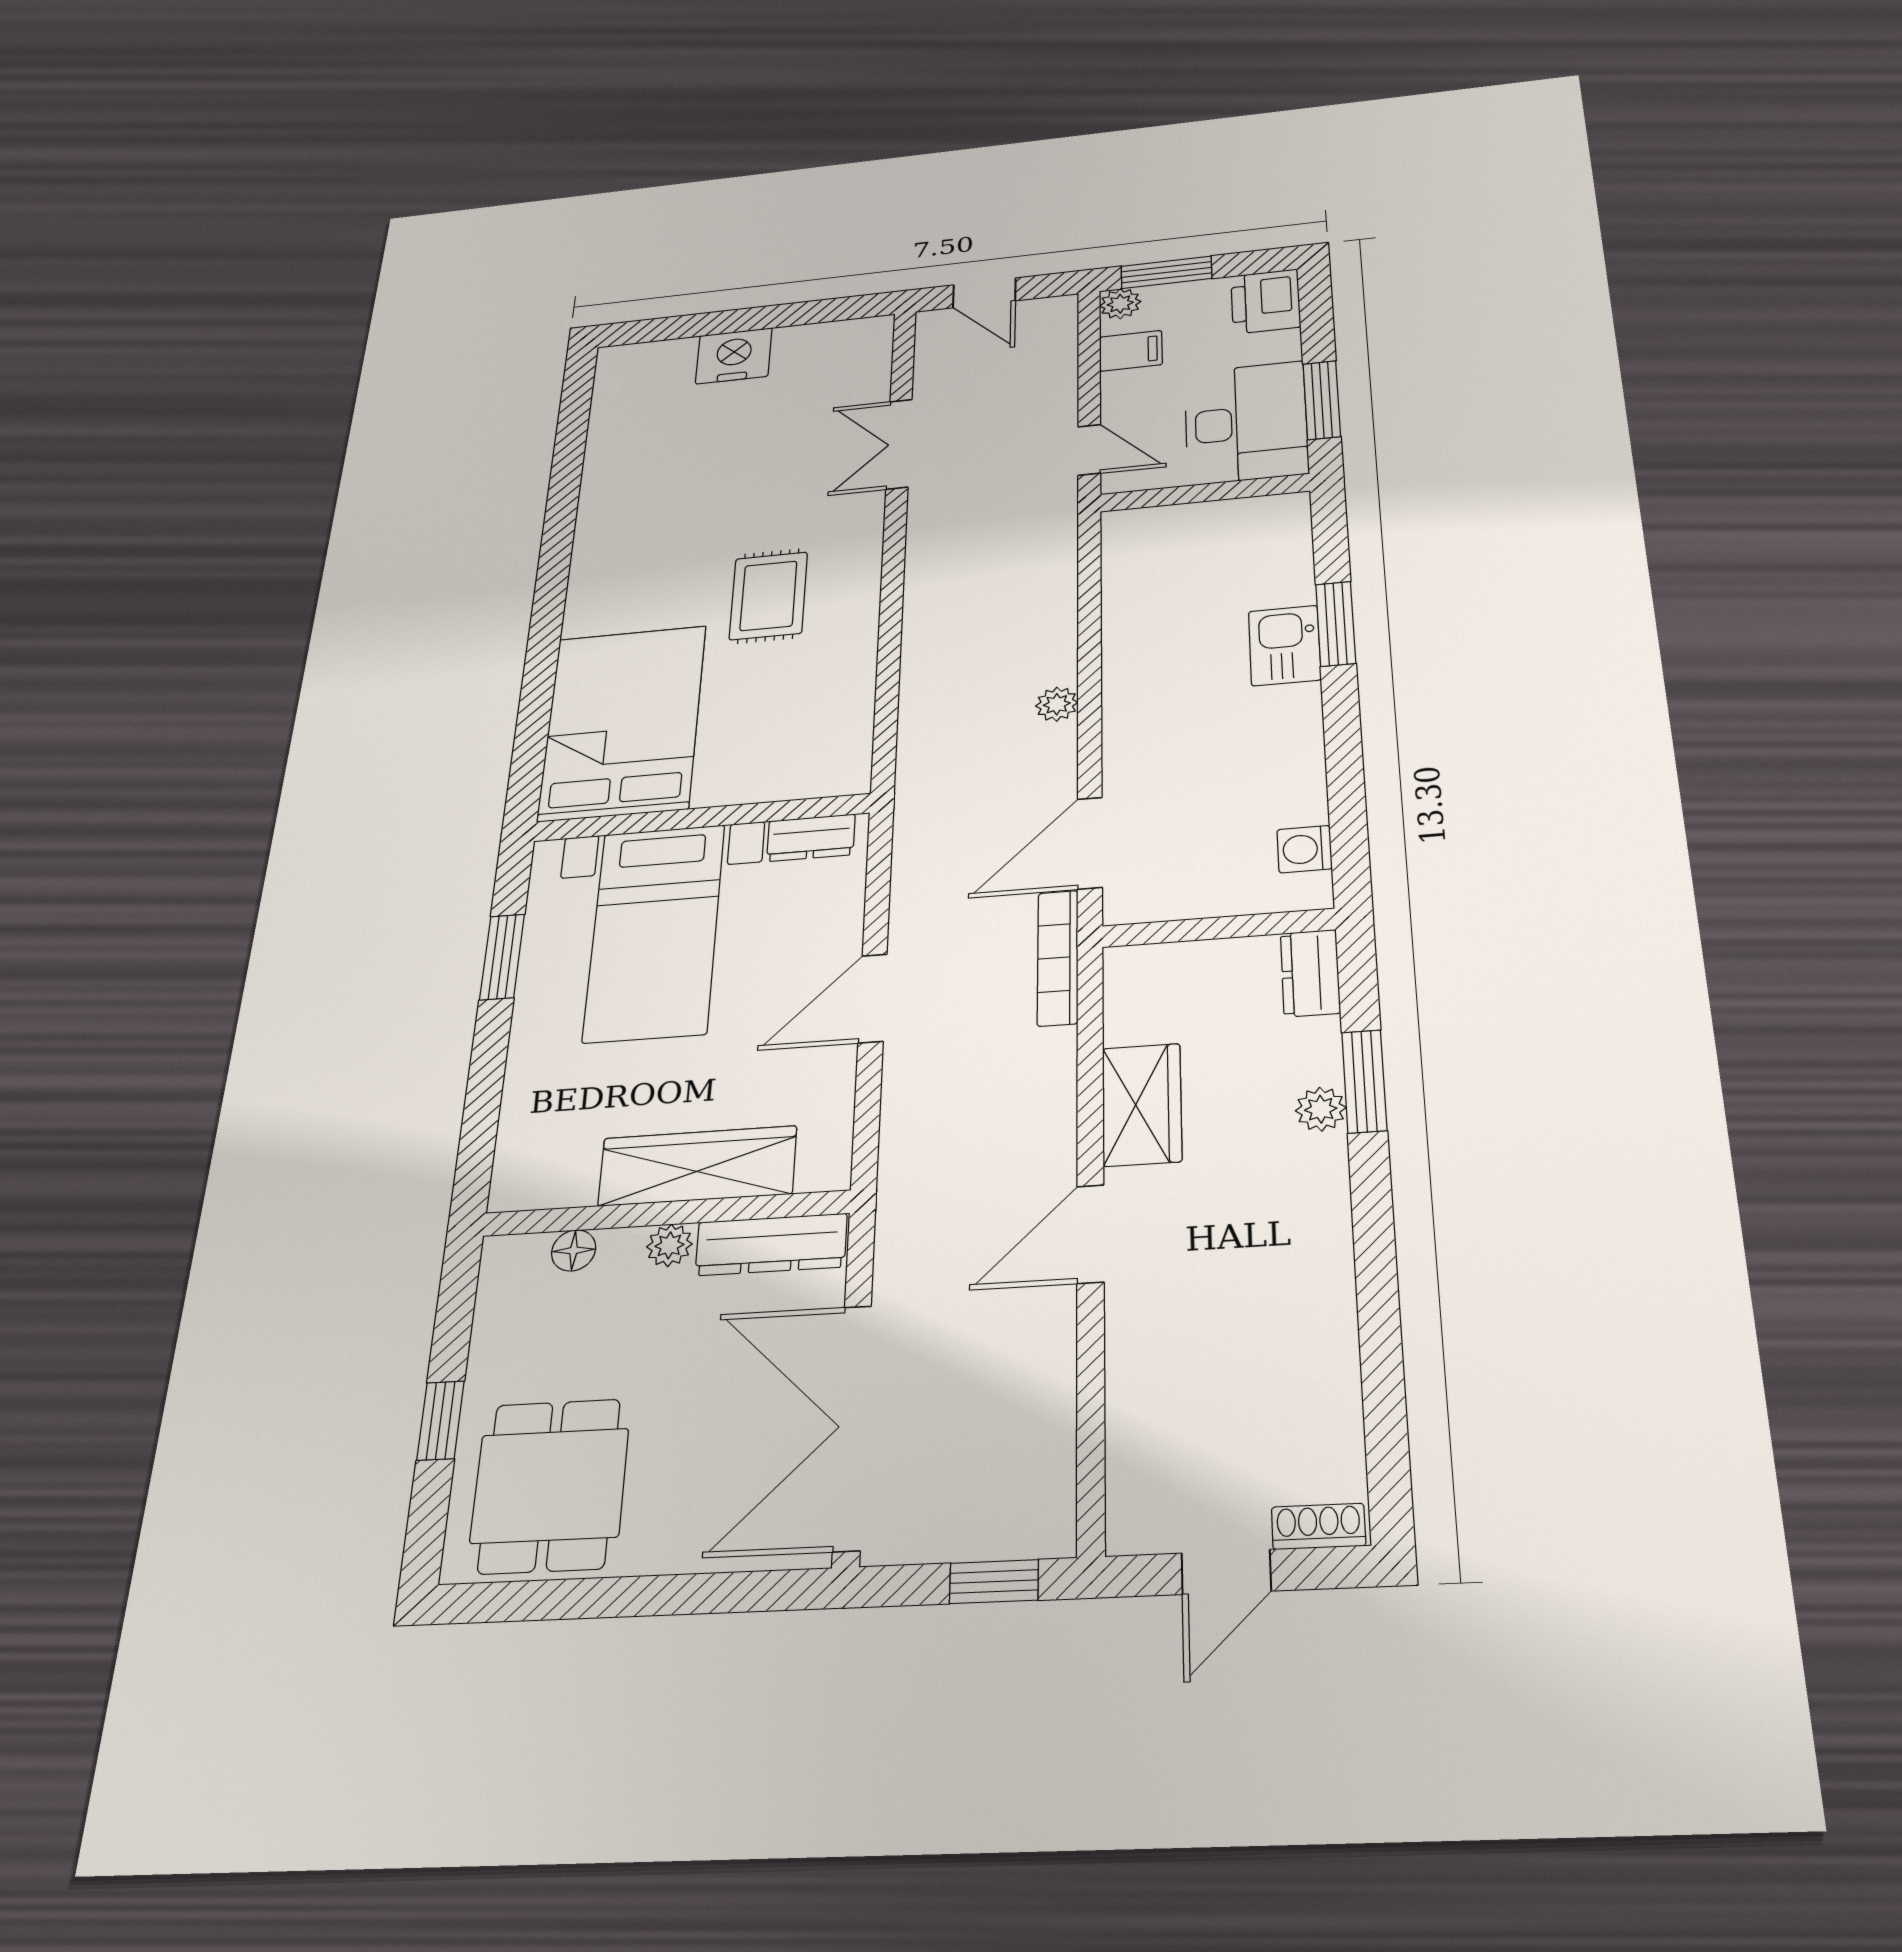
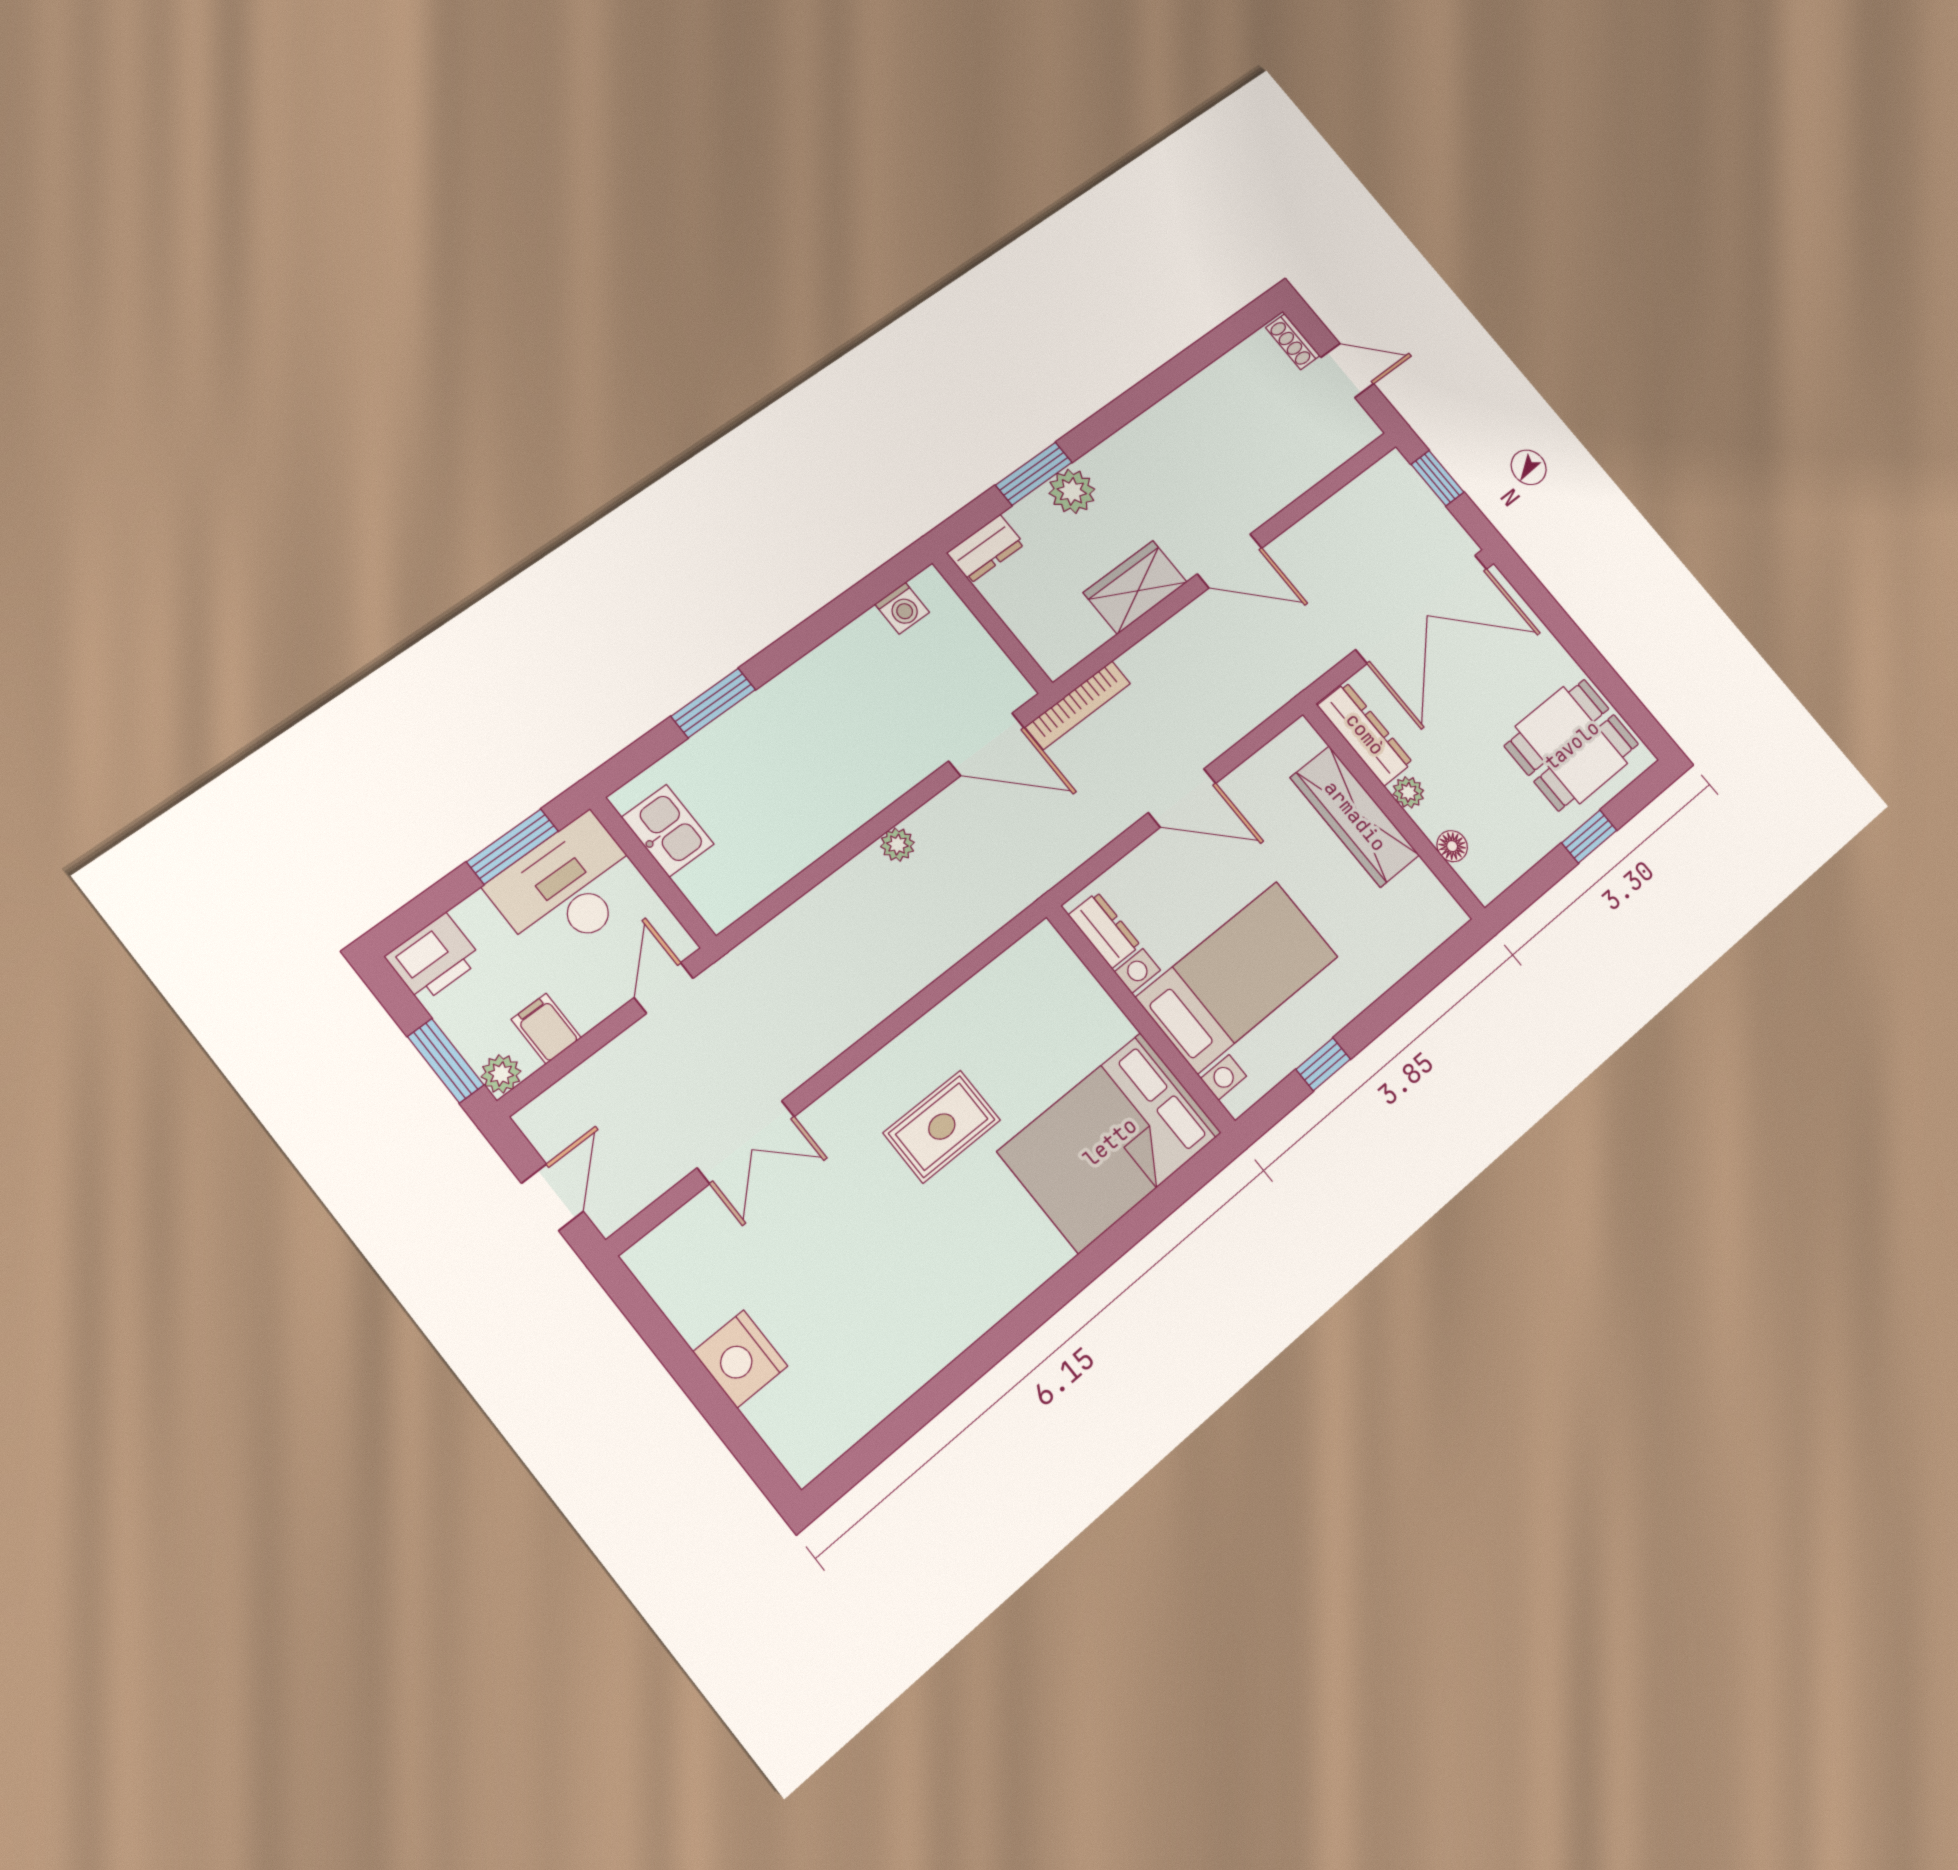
kitchen sink: (1285, 645) -> (668, 831), moved, turned -90
window: (502, 957) -> (1323, 1064), width x0.67
plant: (1321, 1109) -> (1072, 491), width x1.38, depth x1.38

